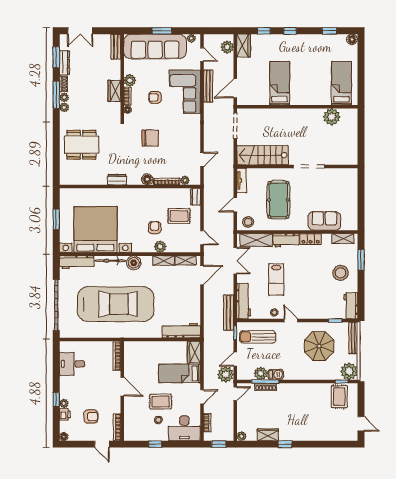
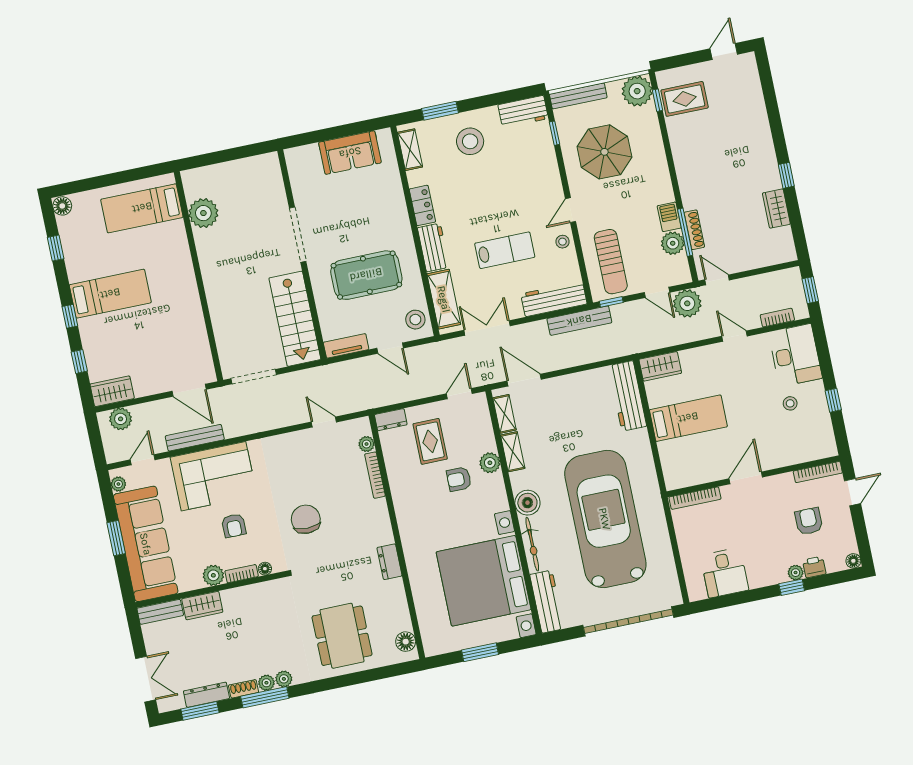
bed: (280, 83) -> (110, 294), moved, turned 180
wardrobe: (114, 91) -> (202, 606), moved
floor lamp: (147, 179) -> (406, 642), moved
sofa: (324, 221) -> (350, 153), moved, turned -90
bed: (180, 373) -> (688, 418), moved, turned -90
rug: (161, 402) -> (758, 406), removed
plant: (242, 436) -> (788, 254), removed

